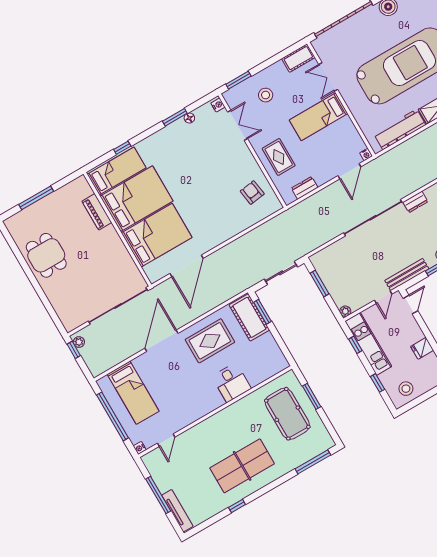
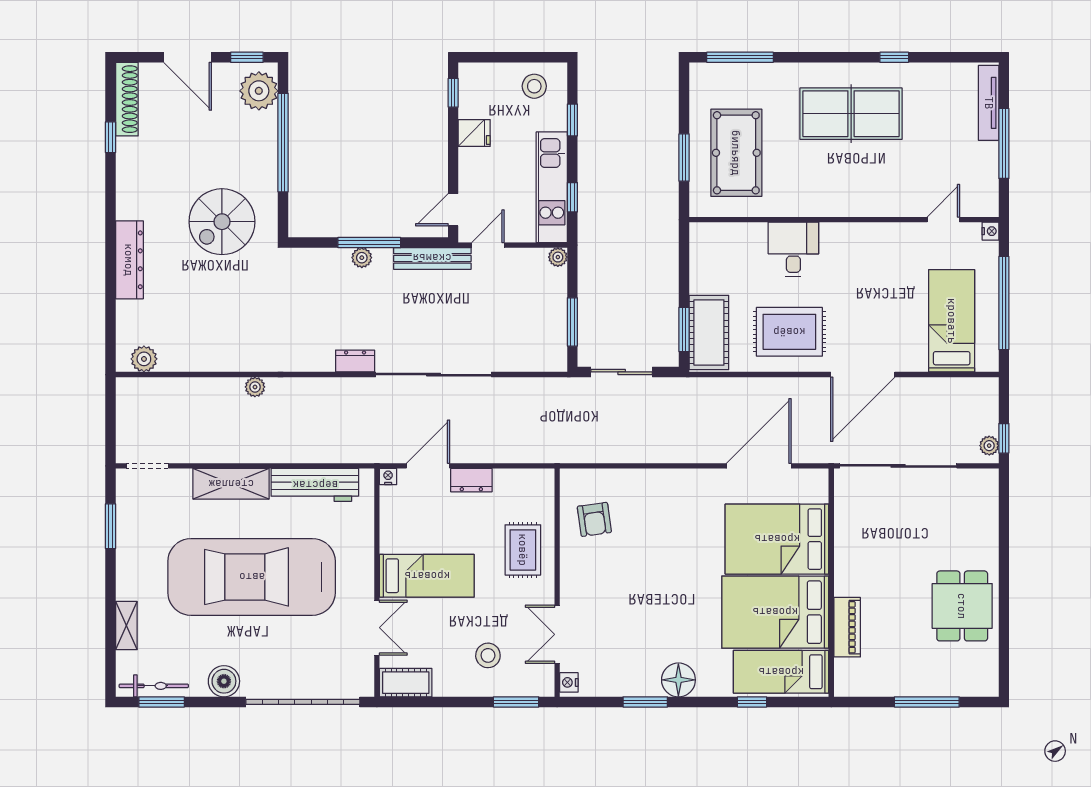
floor lamp: (189, 118) -> (678, 680), moved, width x1.89, depth x1.89
dresser: (305, 188) -> (471, 480), moved

